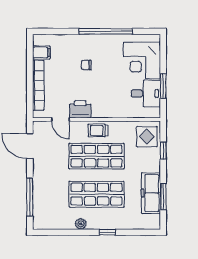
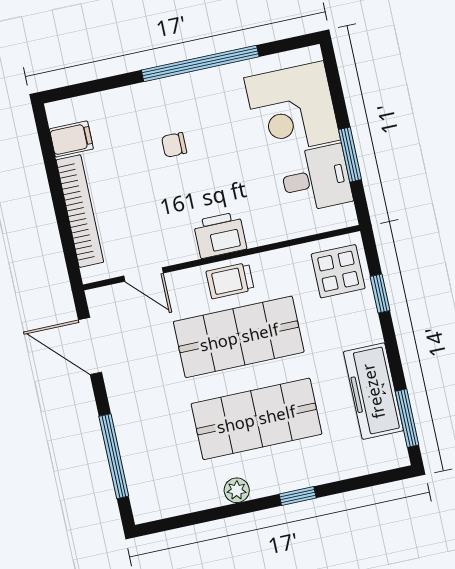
printer: (80, 109) -> (220, 235), moved
window: (163, 197) -> (407, 418), moved

